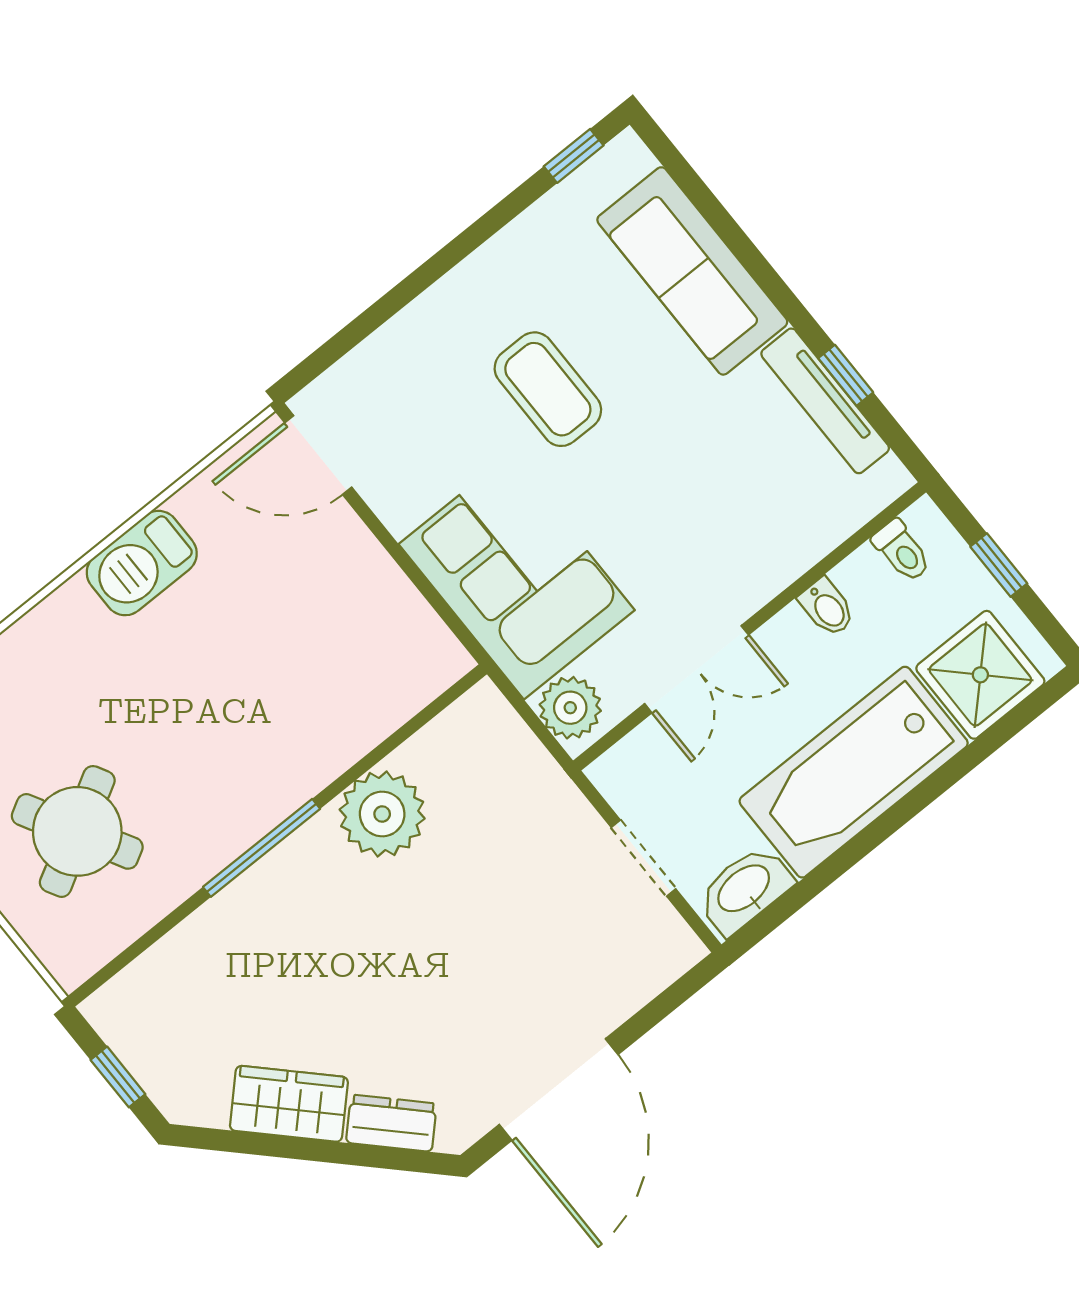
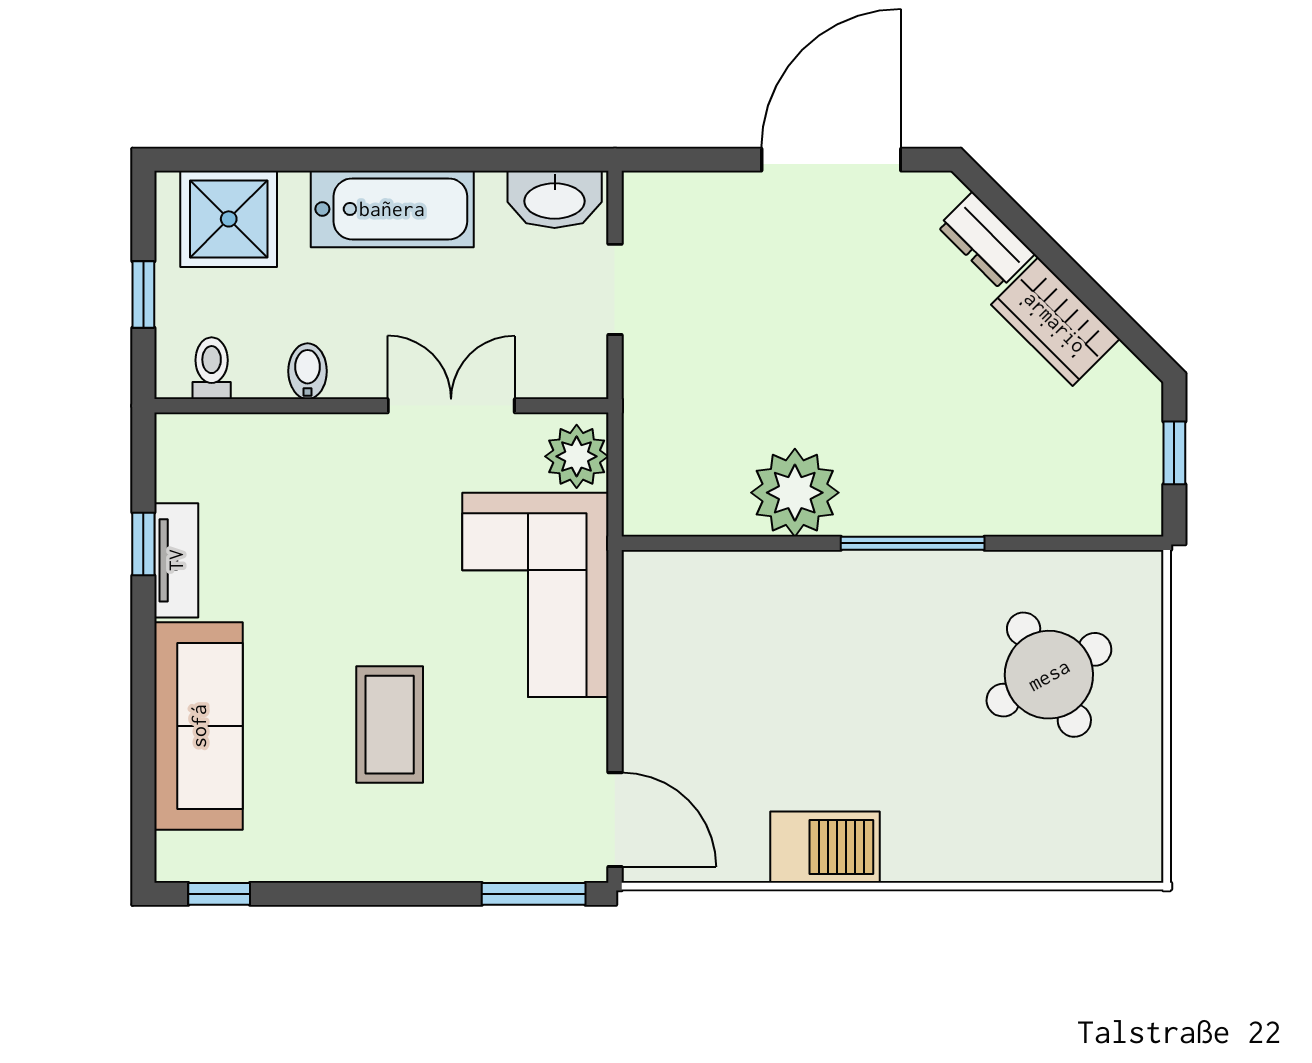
window: (335, 349) -> (534, 894), added
tv unit: (825, 401) -> (176, 560), width x0.71
bathtub: (854, 772) -> (392, 209), width x0.73, depth x0.73

